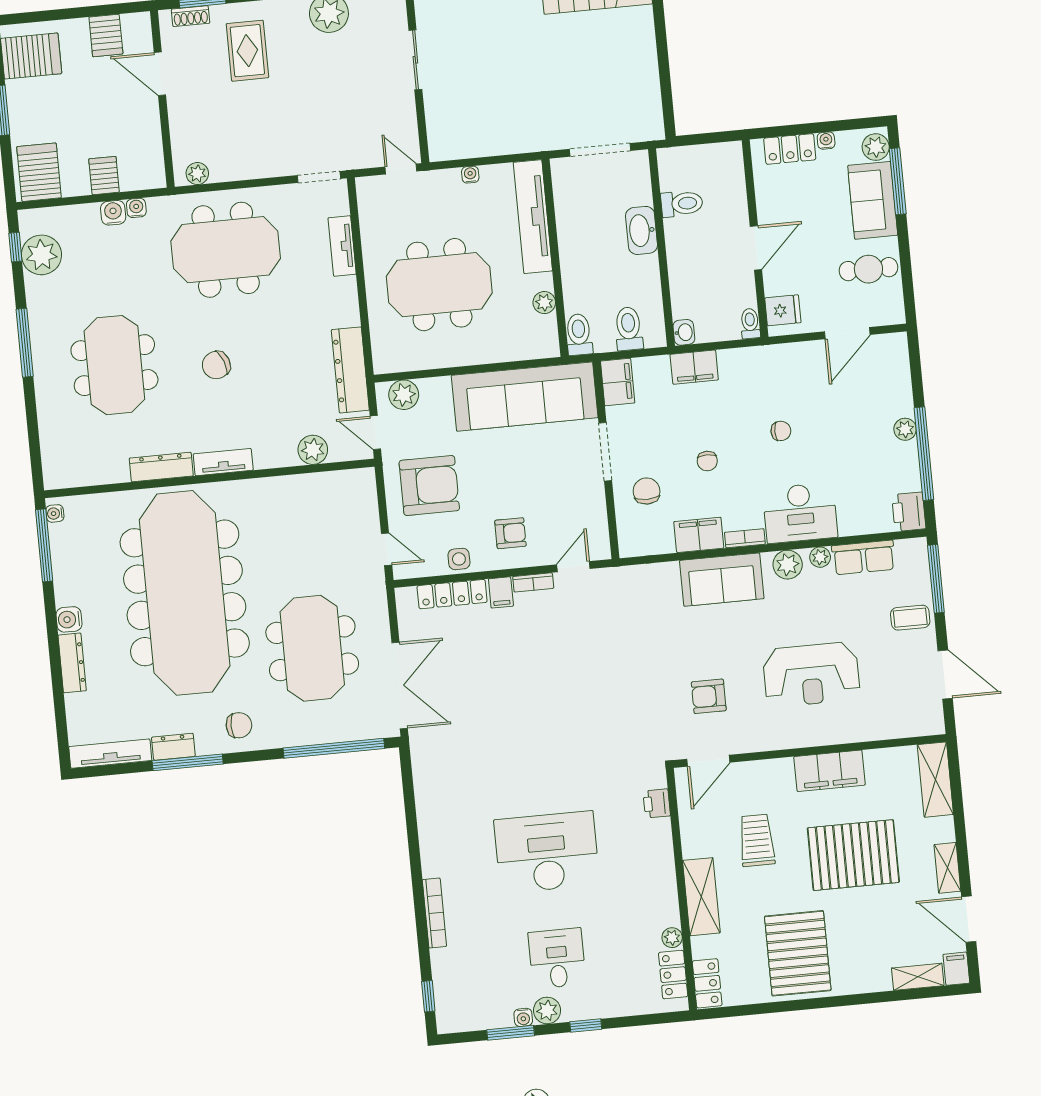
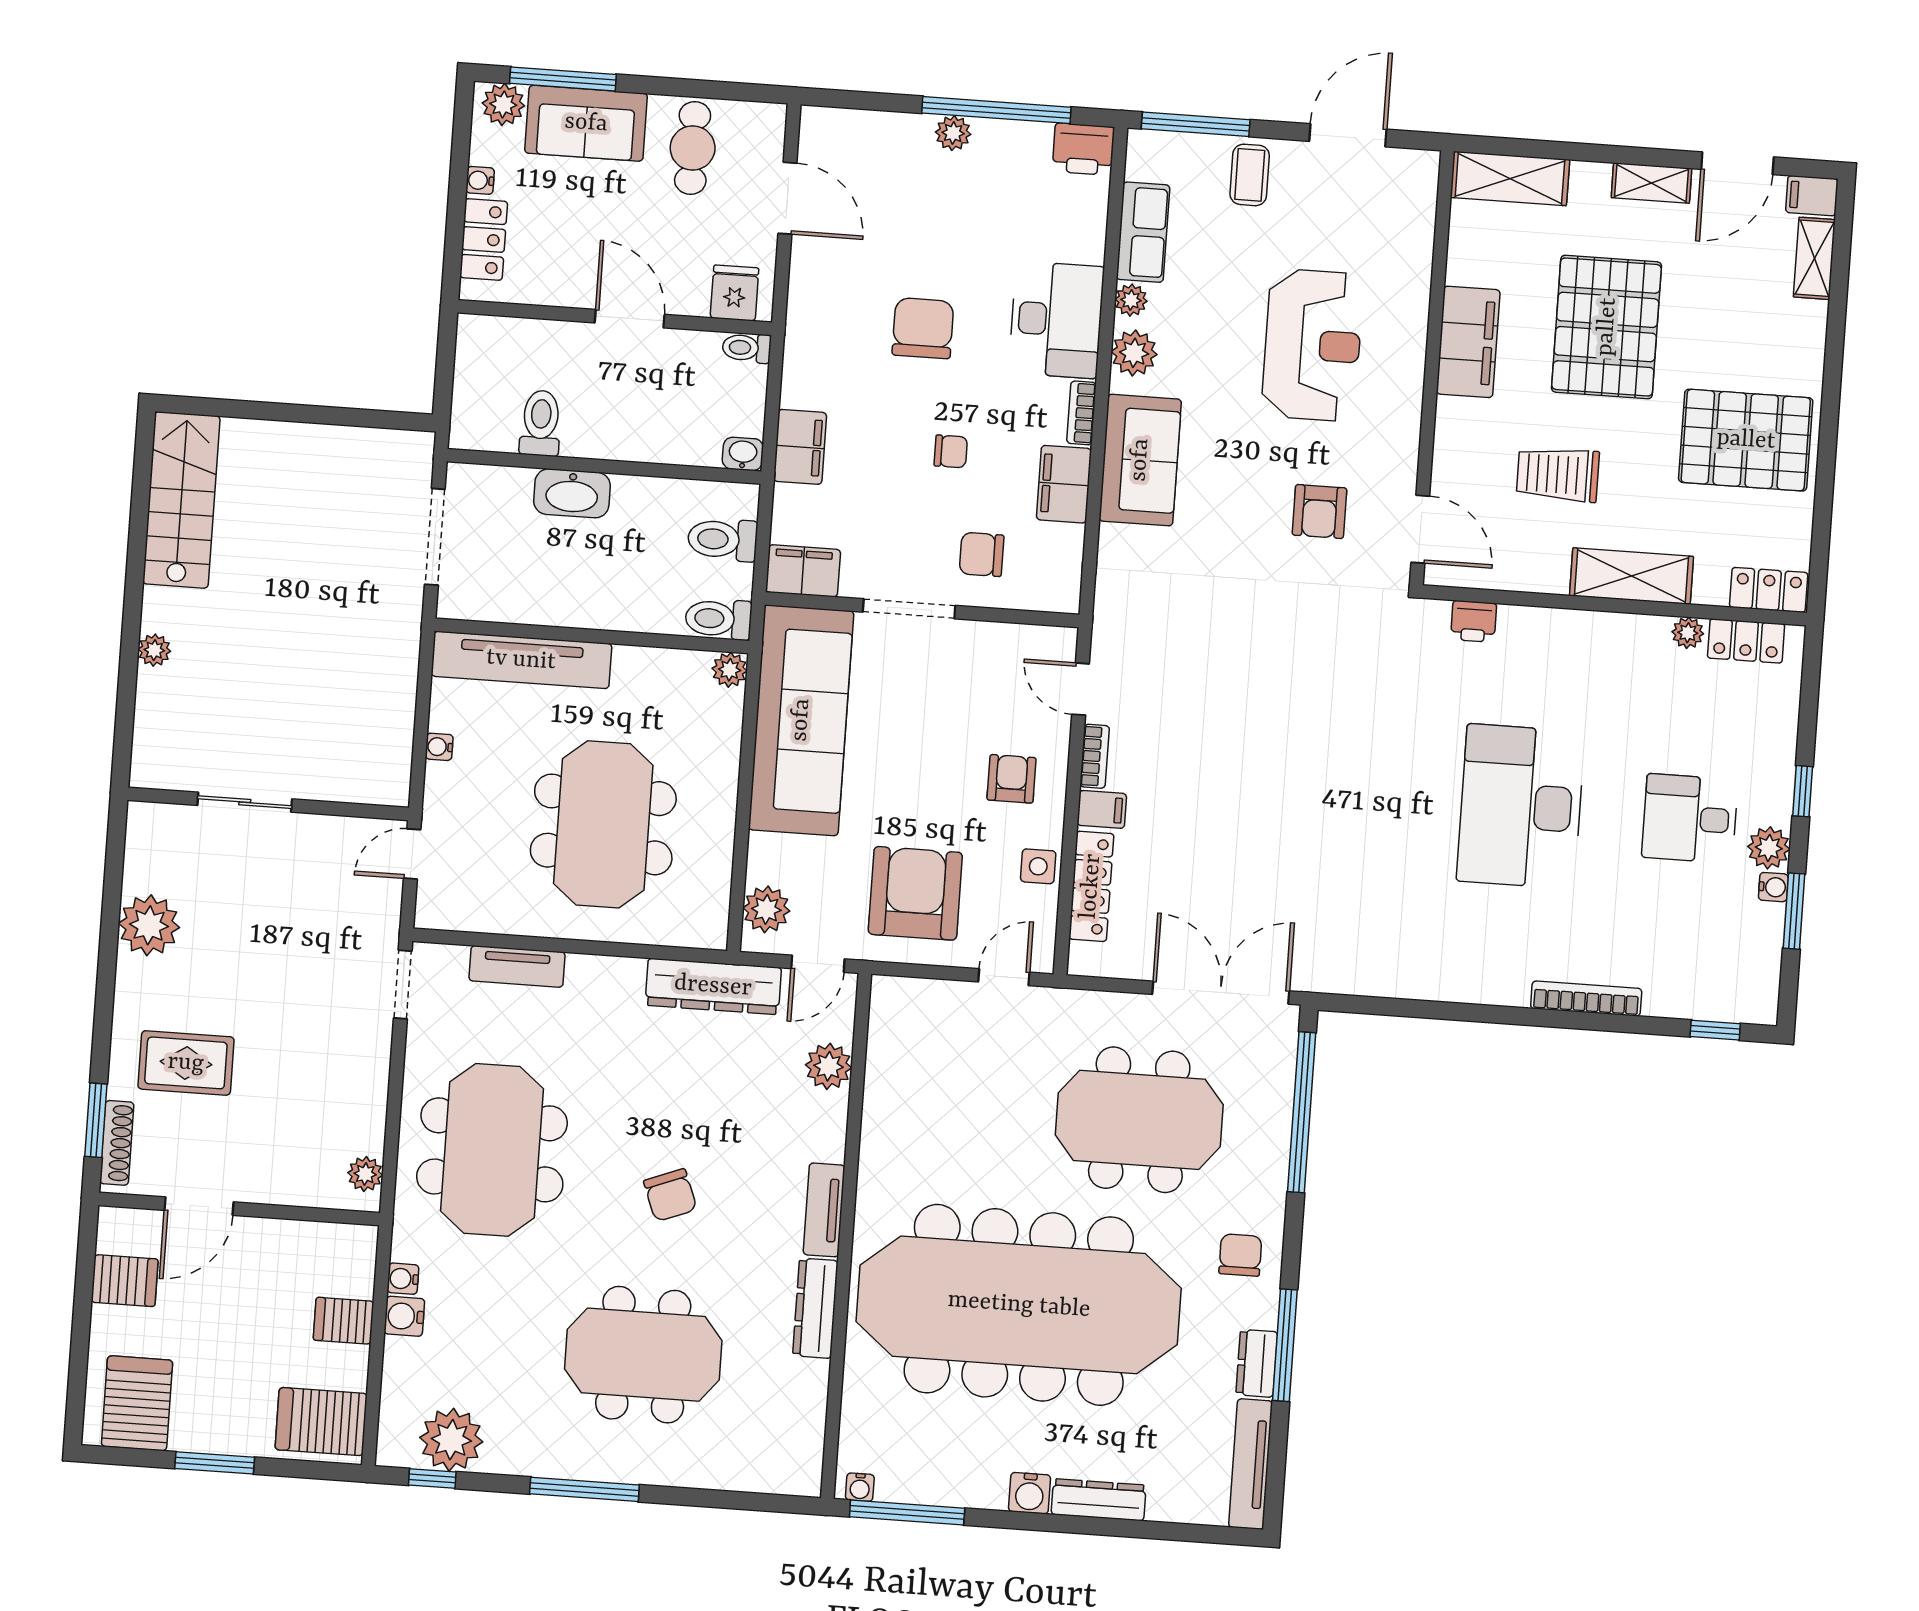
shoe rack: (191, 16) -> (117, 1143), width x1.43
plant: (544, 303) -> (730, 670), moved
chair: (781, 431) -> (923, 328), width x1.87, depth x1.87

